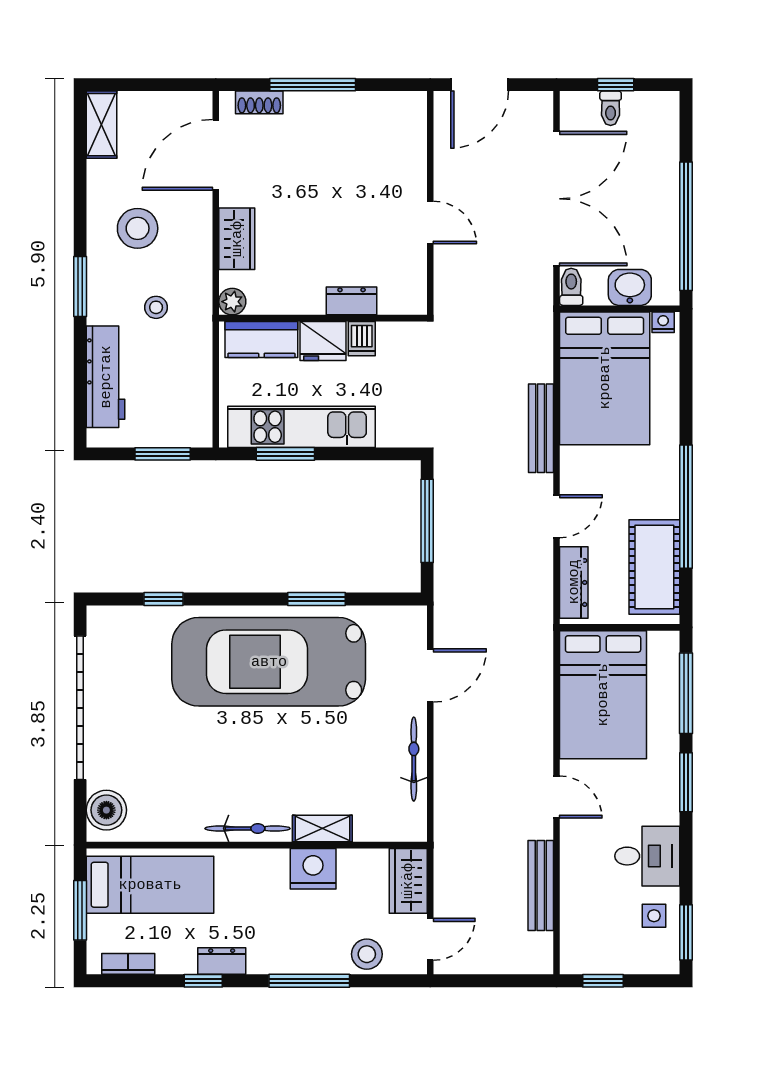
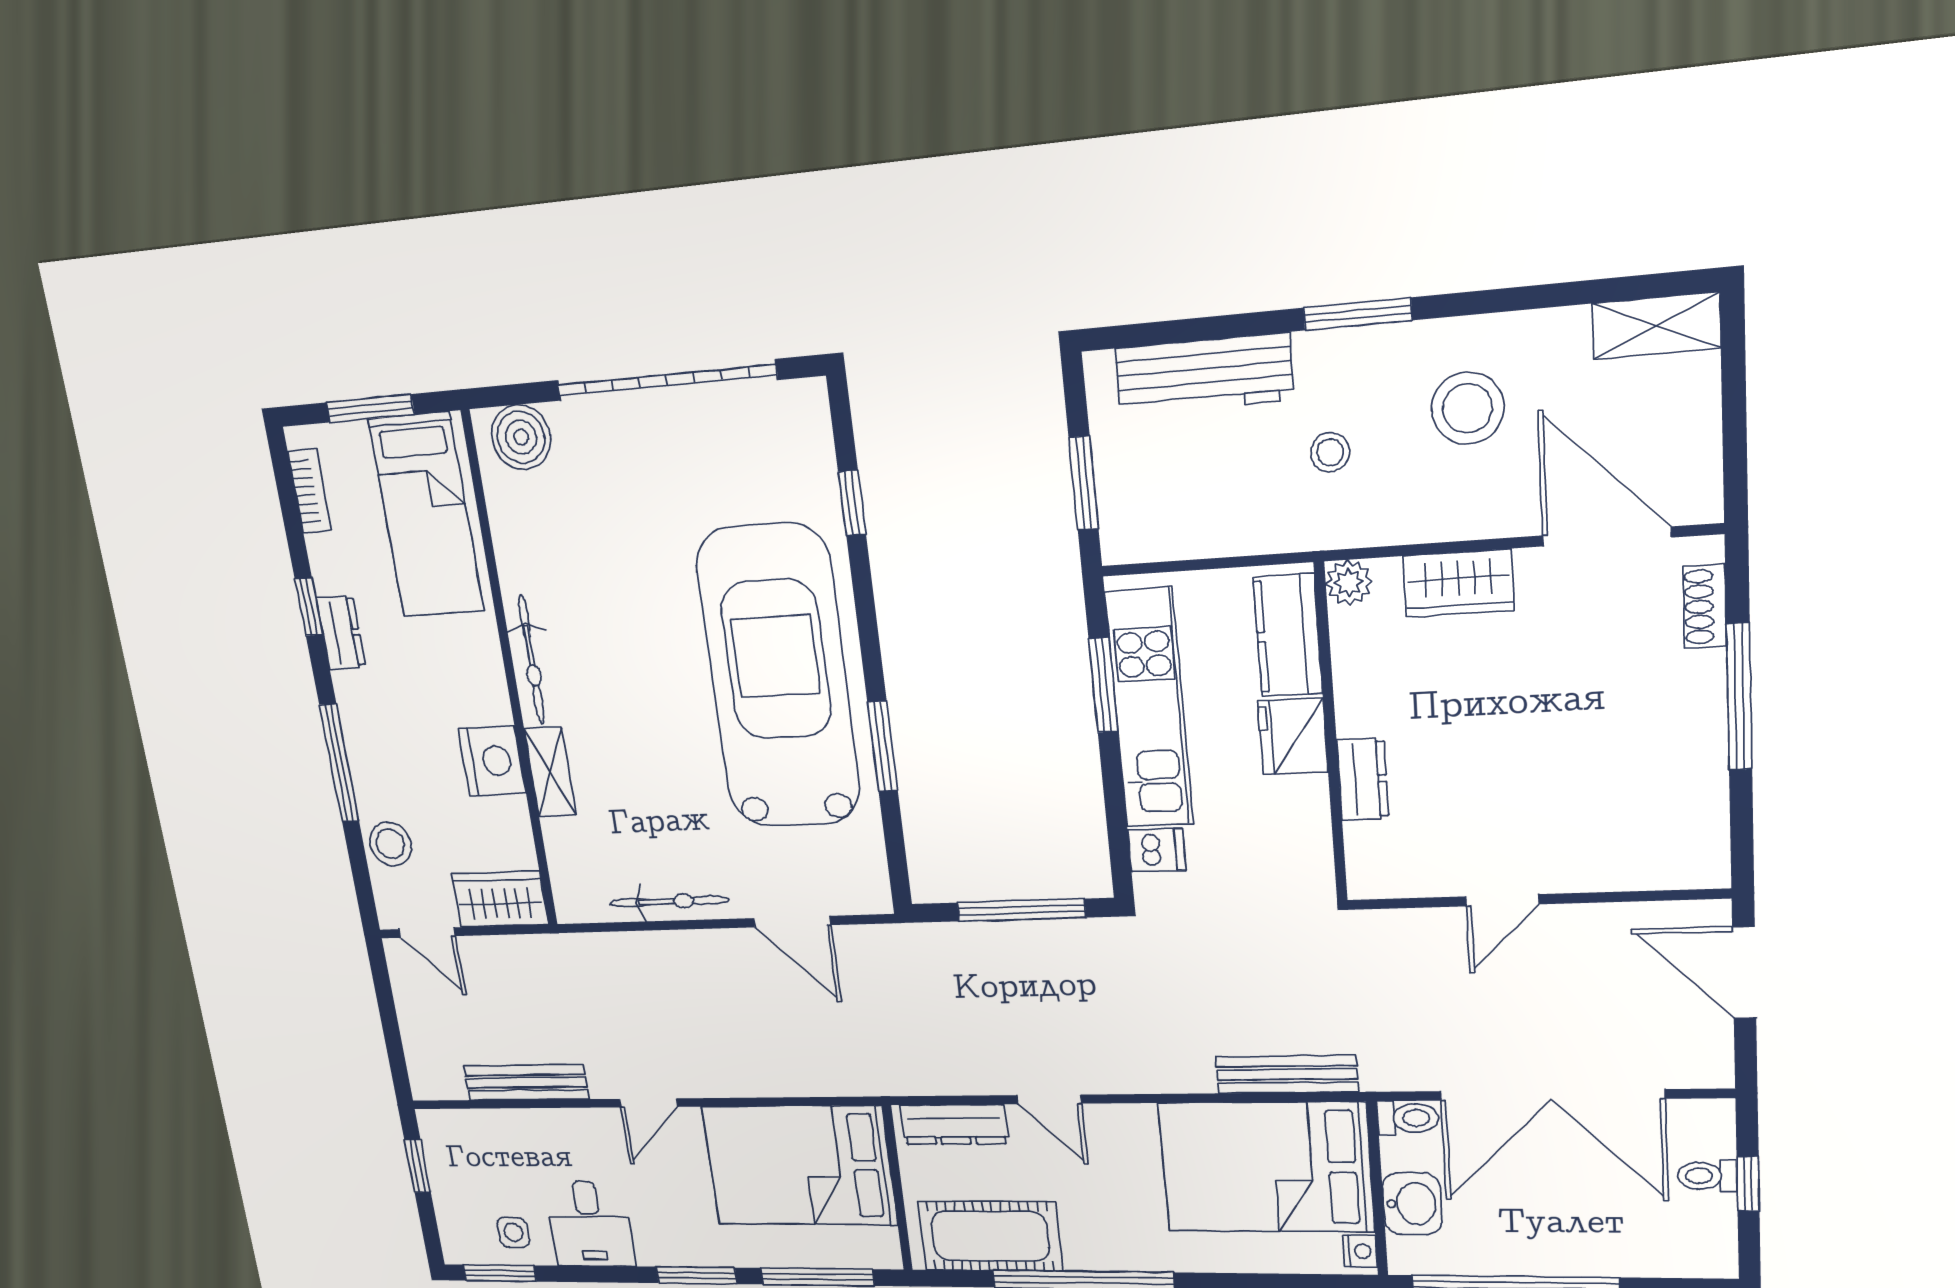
dishwasher: (362, 339) -> (1157, 850), moved, turned 180
bench: (541, 428) -> (1287, 1074), moved

